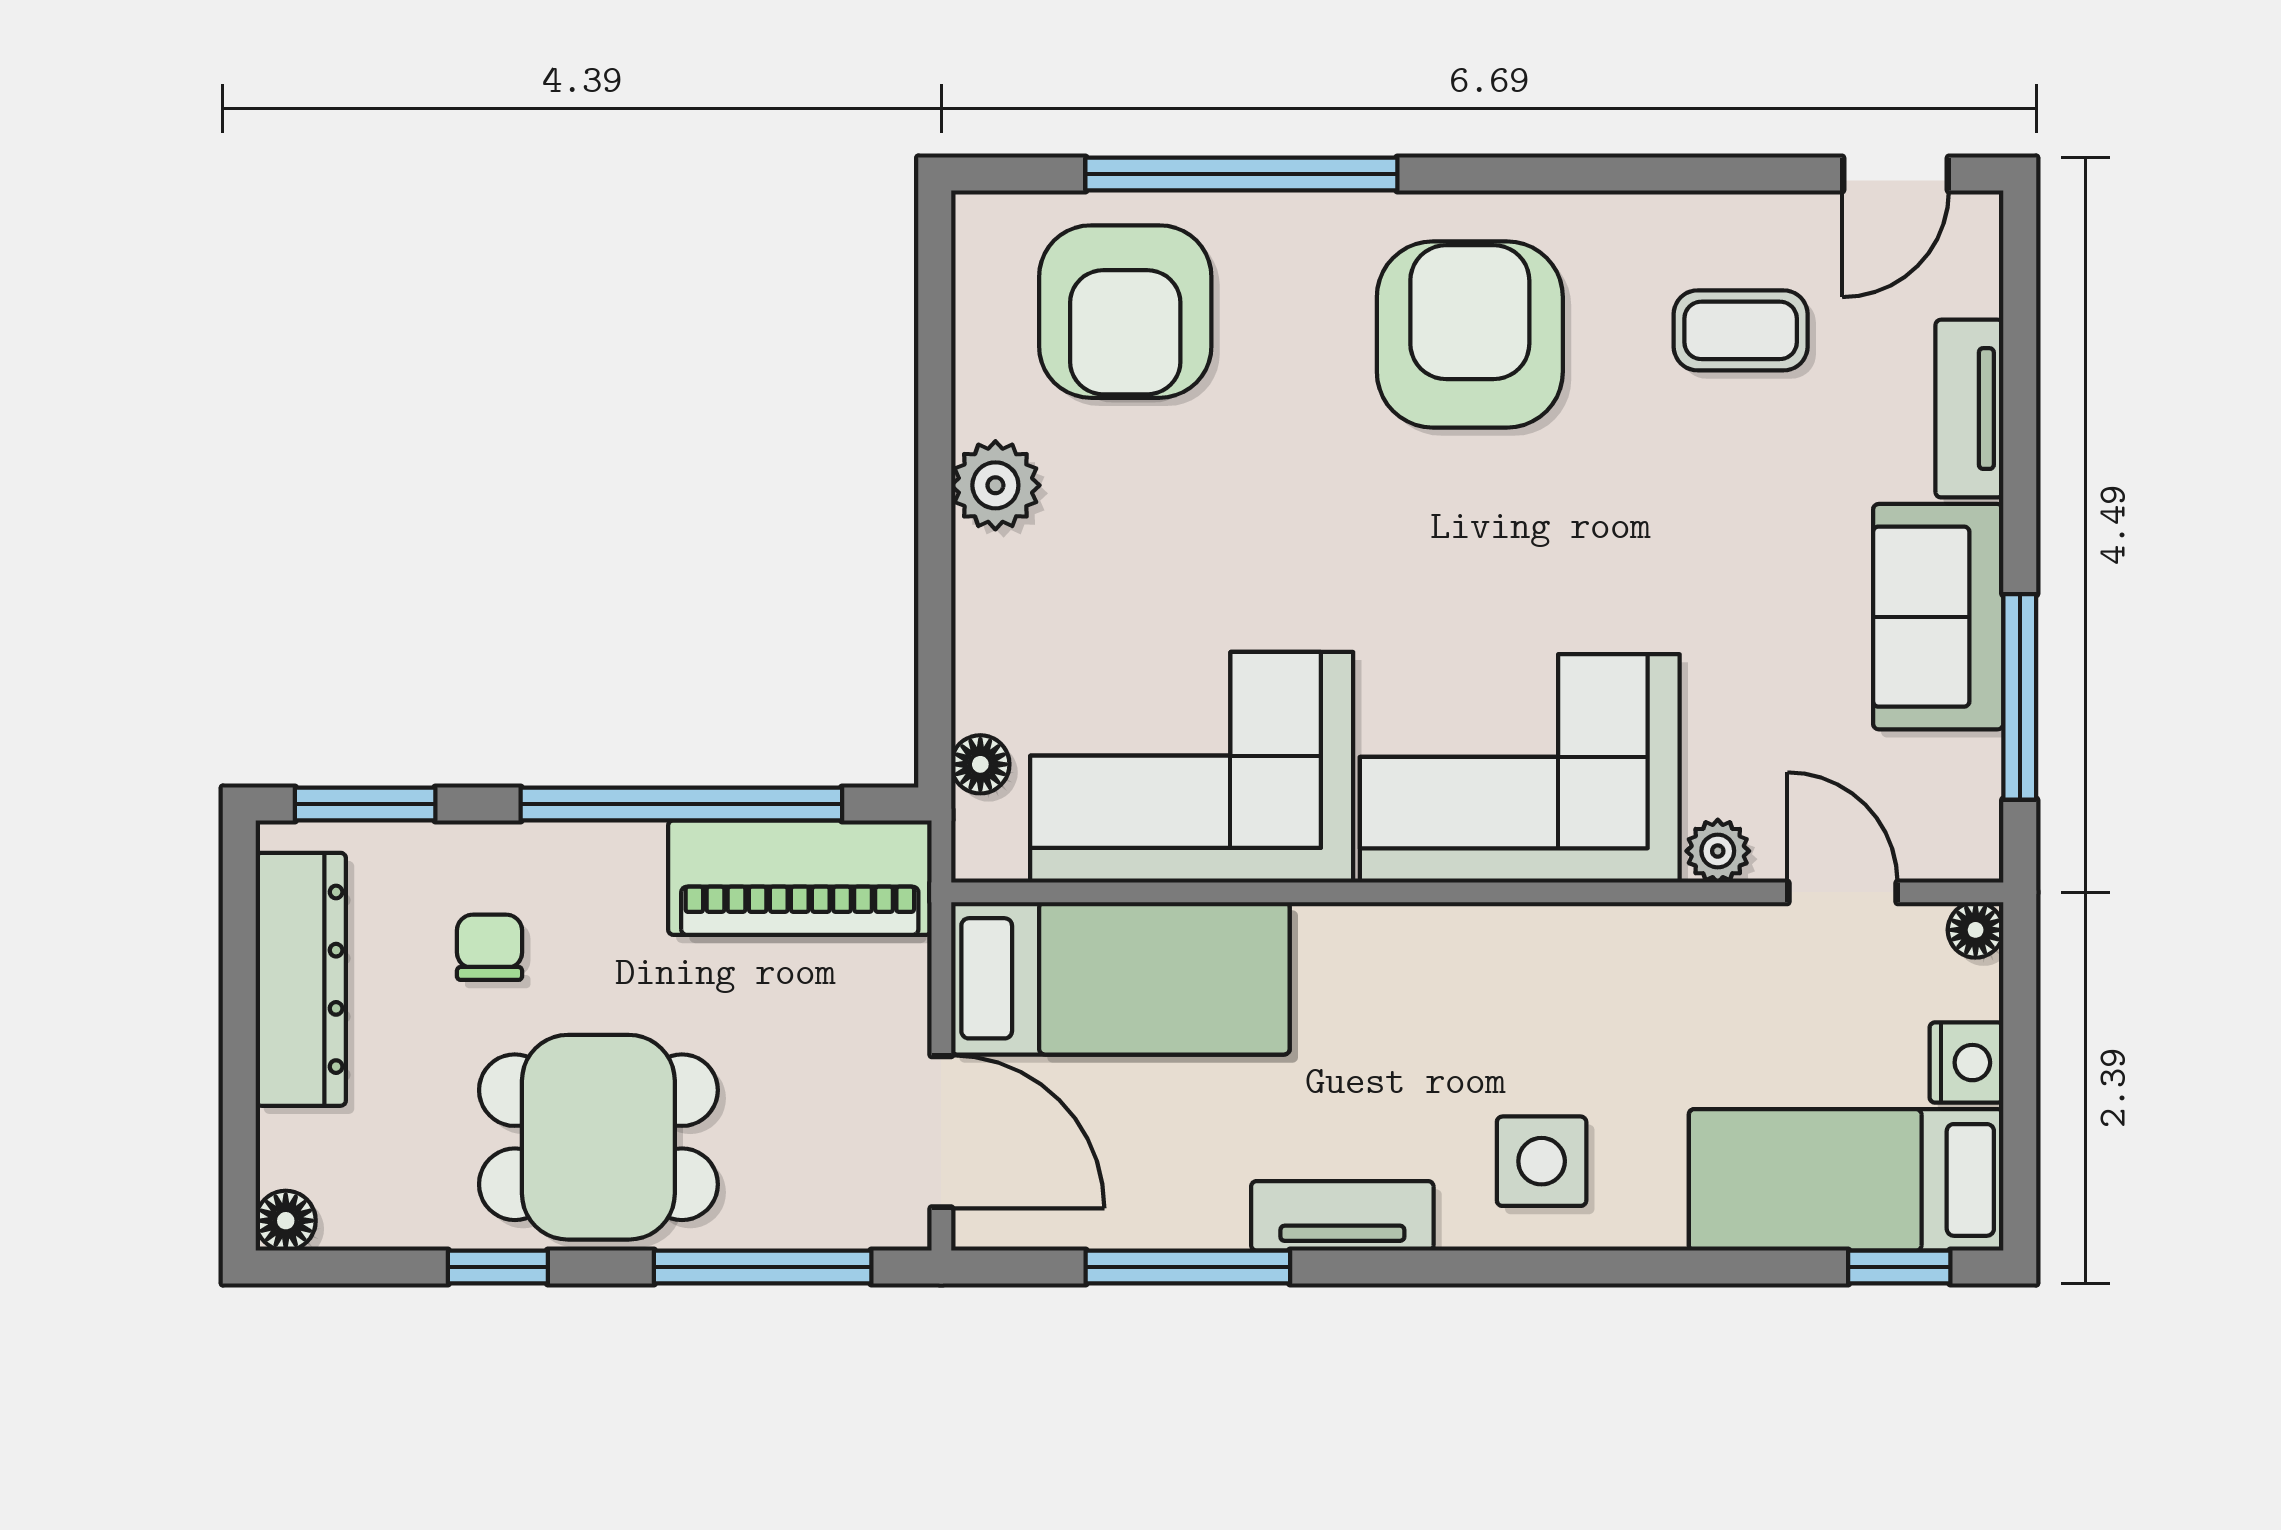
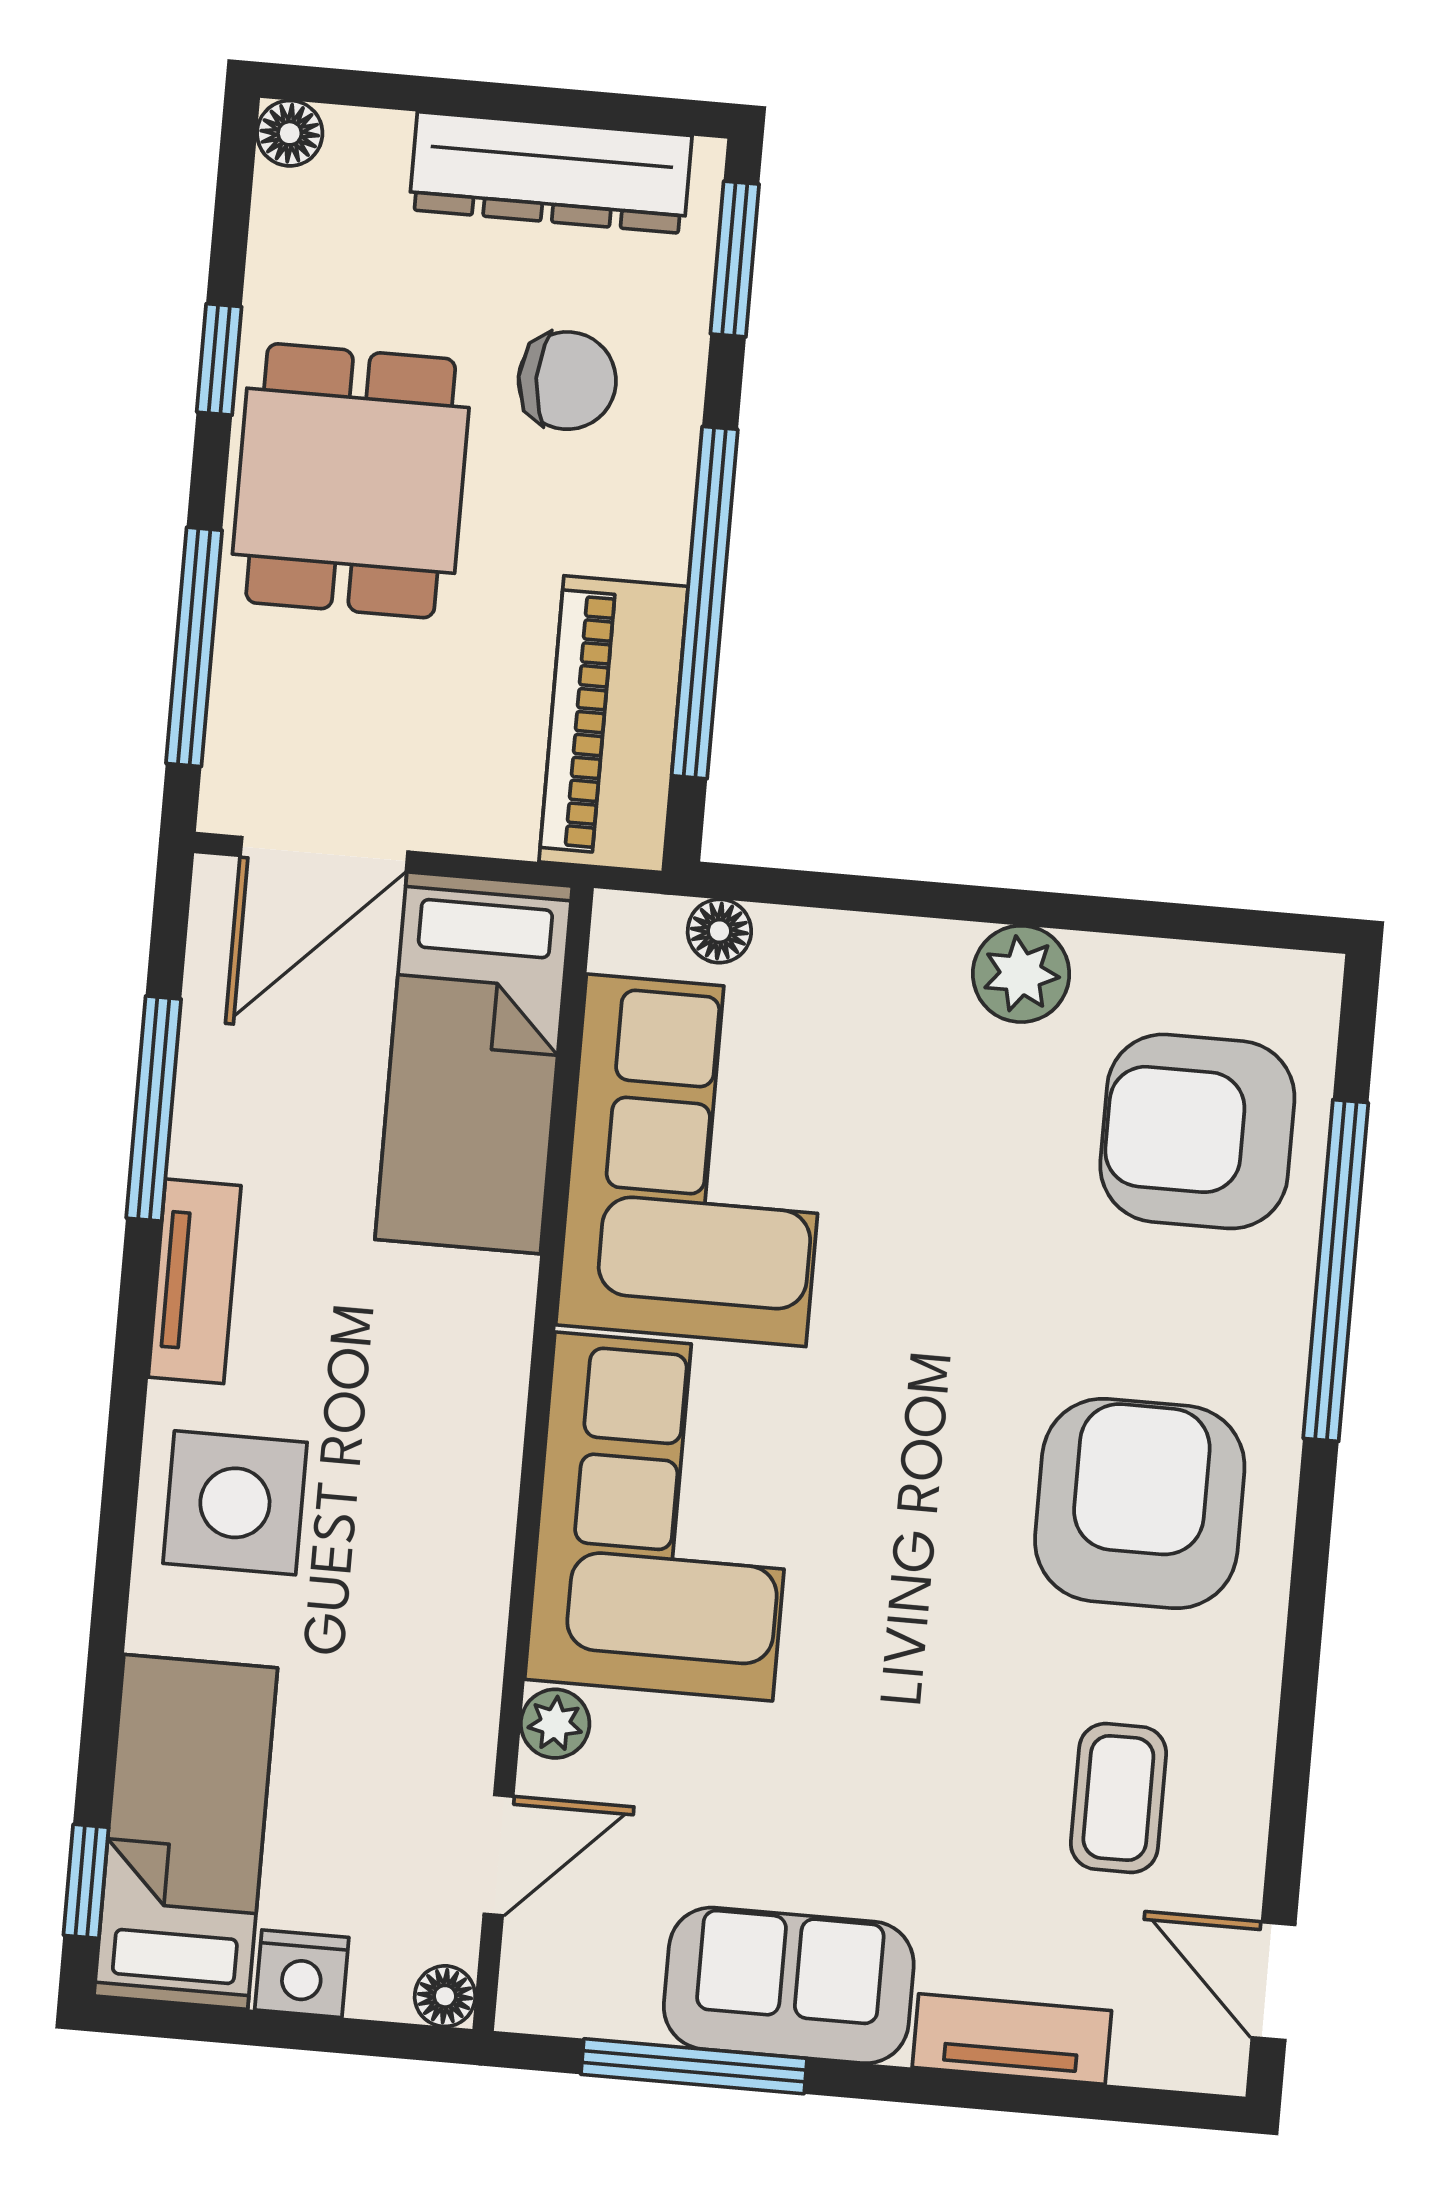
armchair: (1470, 334) -> (1140, 1504), turned -90
chair: (490, 947) -> (567, 381), width x1.37, depth x1.37
side table: (1542, 1161) -> (235, 1503), width x1.37, depth x1.37

